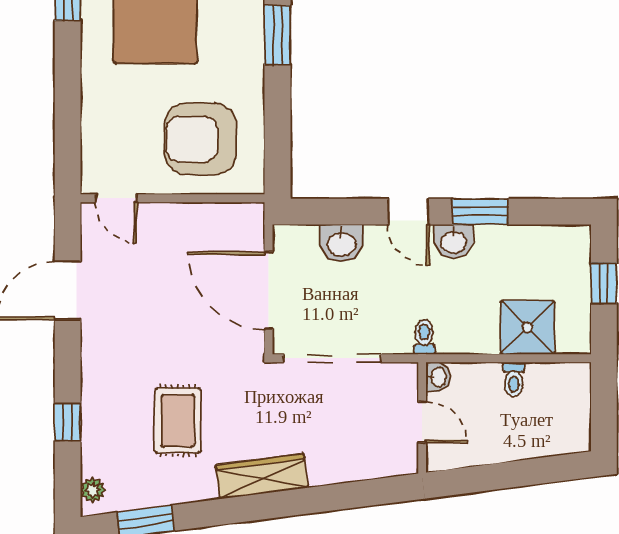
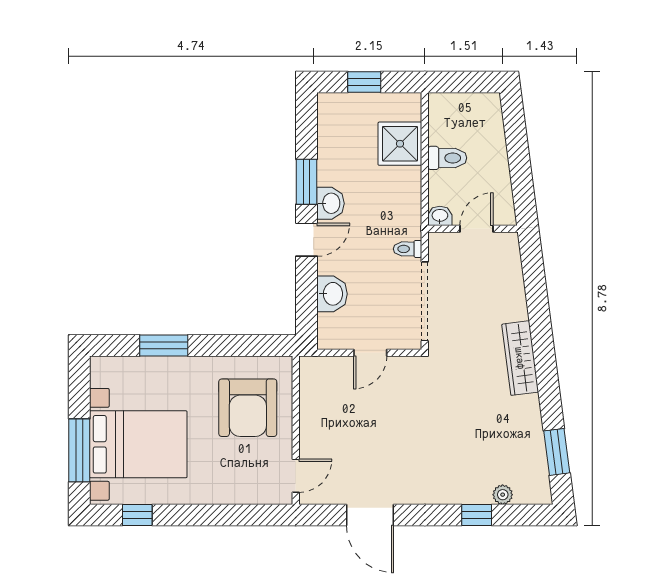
door: (269, 291) -> (370, 353), width x0.53
toilet: (424, 337) -> (408, 249), moved
toilet: (514, 379) -> (447, 158), width x1.37, depth x1.39
rug: (178, 421) -> (475, 426), removed
plant: (93, 490) -> (503, 495), moved

